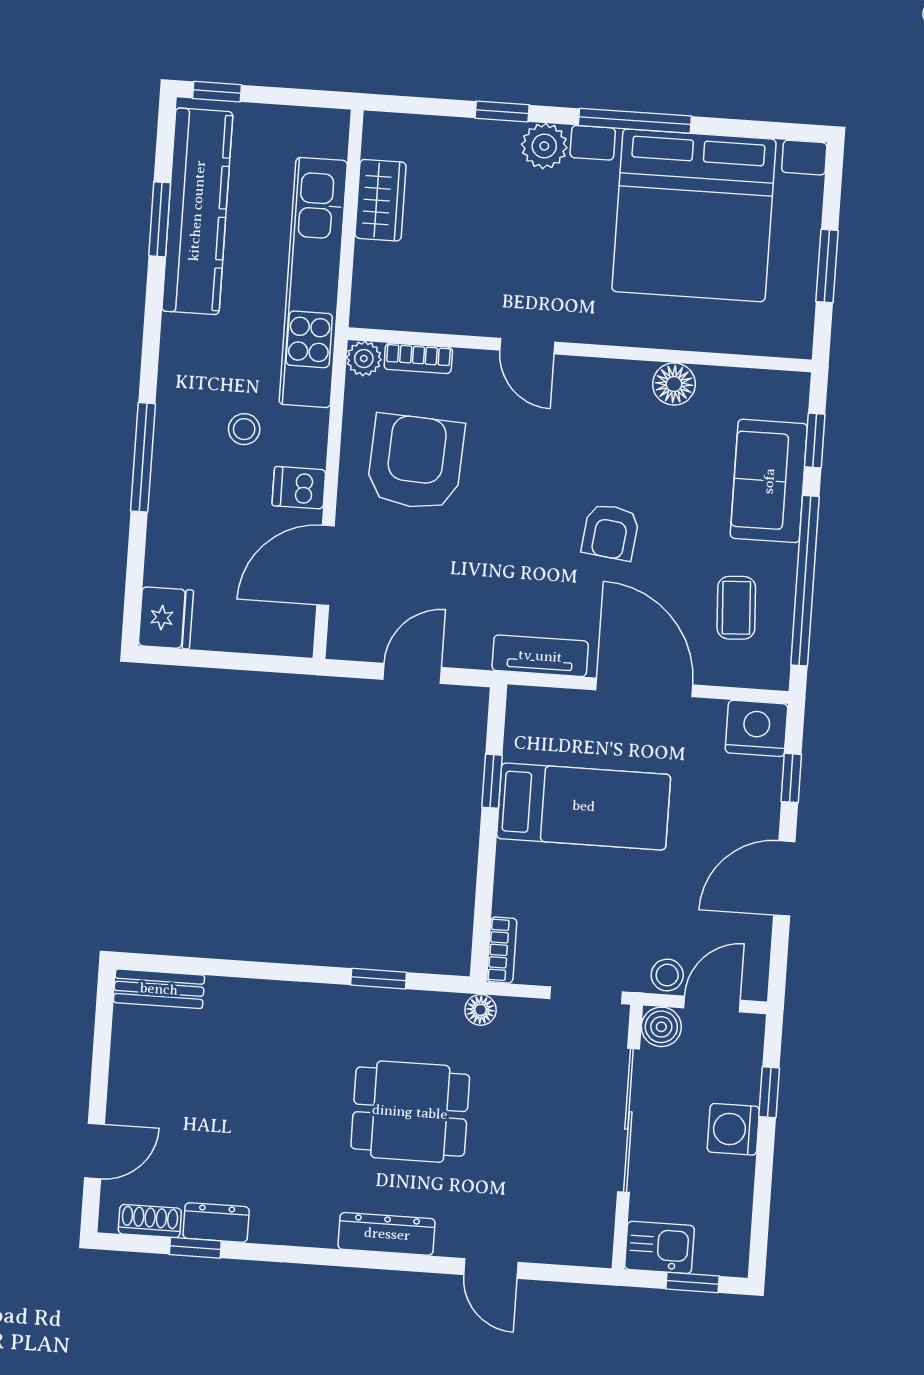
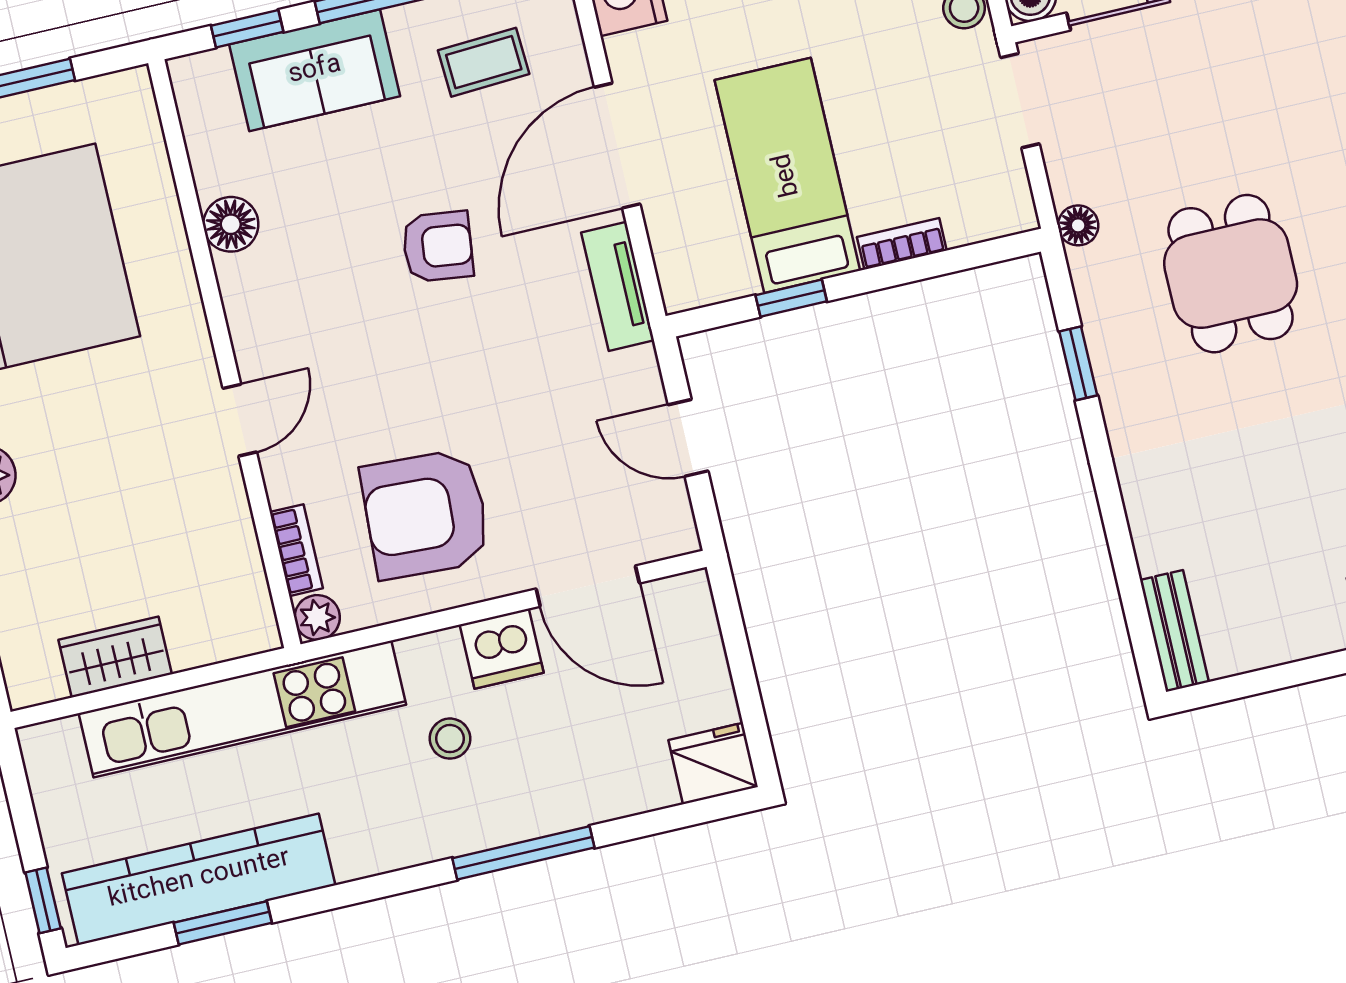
dishwasher: (299, 488) -> (502, 649), width x1.38
bookcase: (502, 950) -> (902, 244), moved

